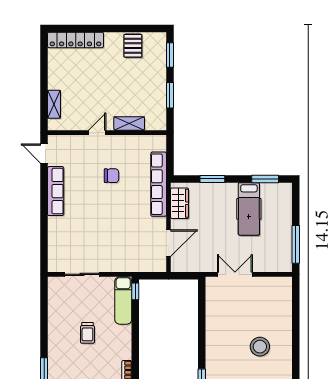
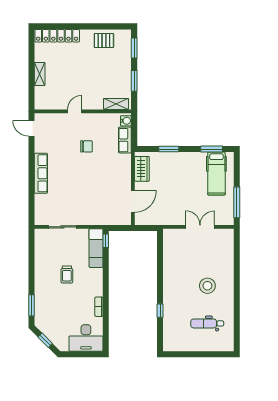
pallet: (133, 46) -> (104, 40), turned 90
shelving: (54, 104) -> (40, 74), moved
shelving: (129, 124) -> (116, 104), moved
water cooler: (160, 144) -> (126, 121), added
row of seats: (159, 184) -> (125, 140), width x0.50
row of seats: (56, 191) -> (41, 173), moved
hospital bed: (249, 209) -> (216, 174), moved
double door: (235, 274) -> (200, 227), moved

